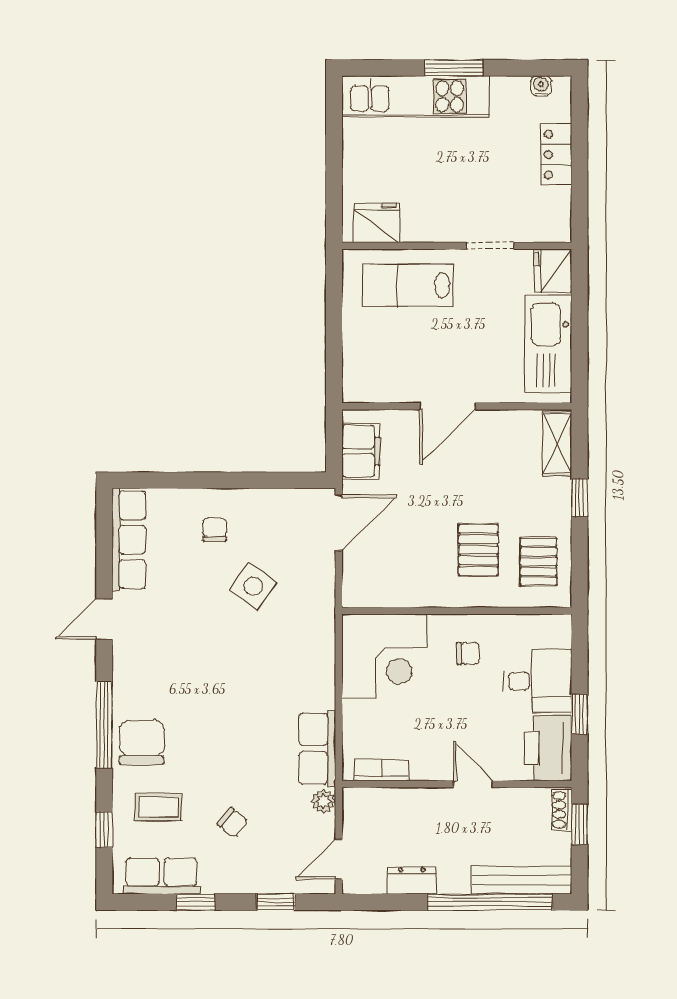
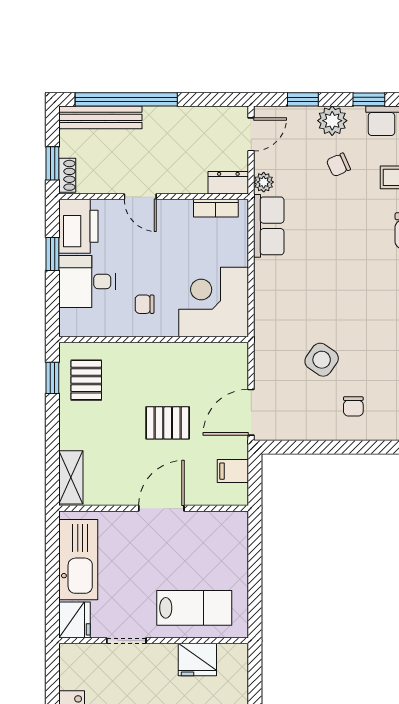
fridge: (377, 223) -> (197, 660), moved
filing cabinet: (361, 451) -> (233, 471), width x0.50
window: (580, 498) -> (52, 378), moved
pallet: (478, 550) -> (168, 423), moved, turned 90
chair: (233, 823) -> (338, 165), turned -62
plant: (240, 876) -> (332, 121), added
dresser: (412, 880) -> (228, 183), moved, turned 180

